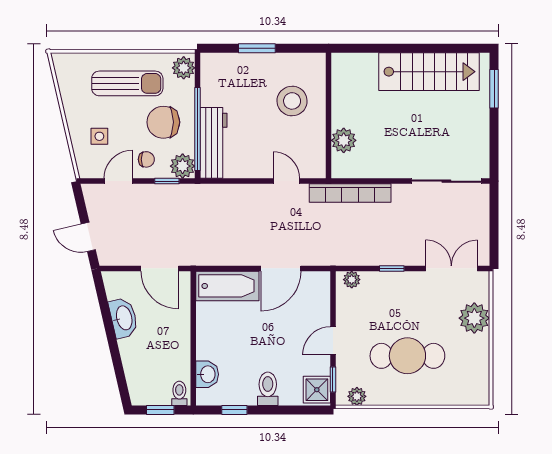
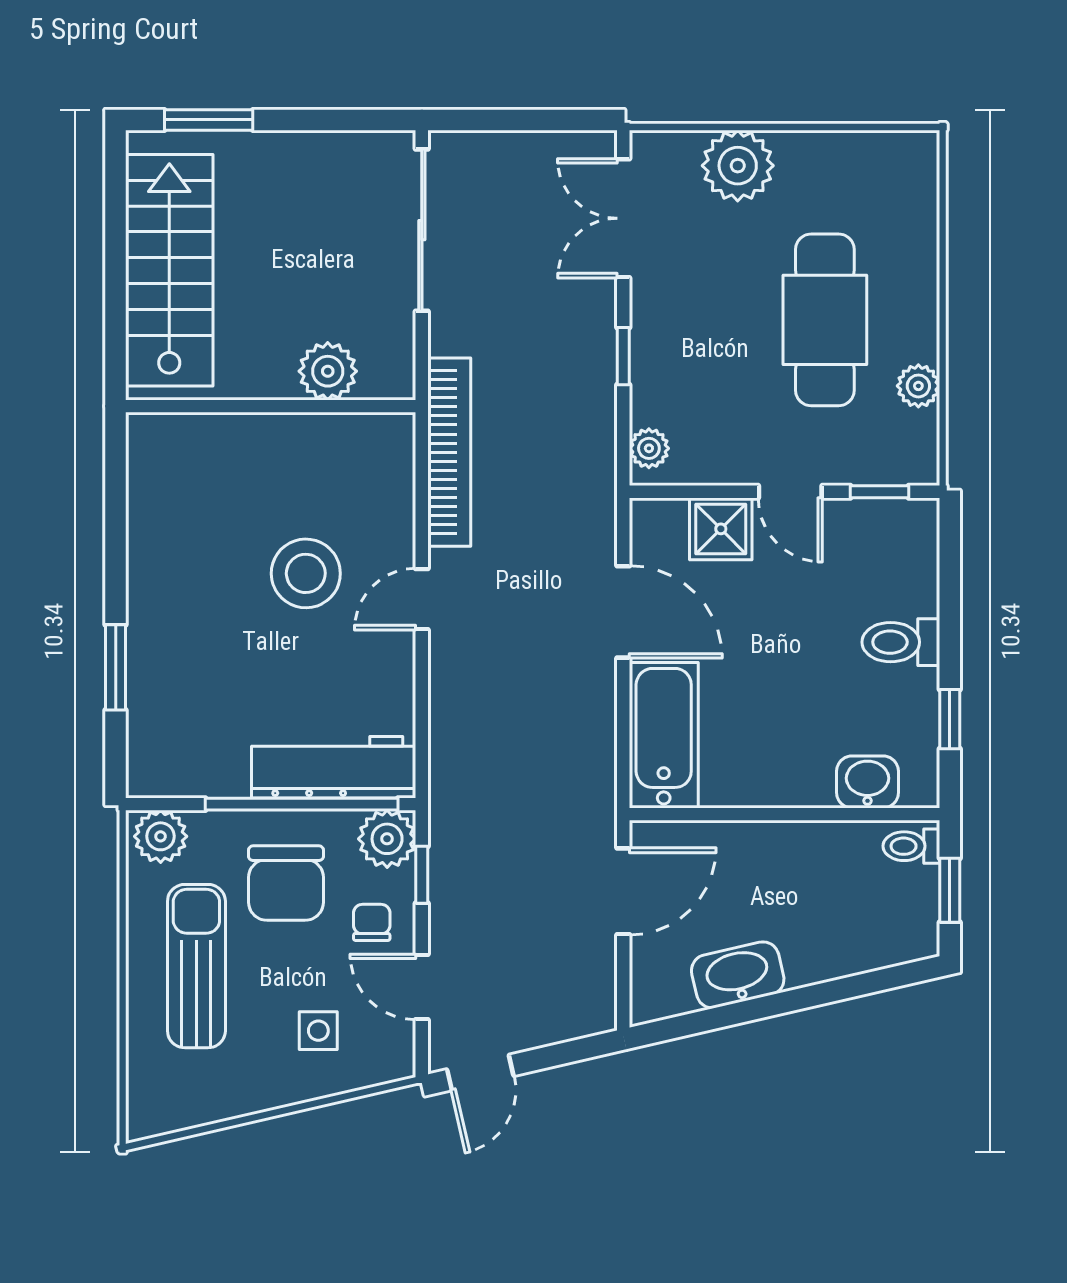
stool: (292, 101) -> (306, 573), moved
wall: (329, 116) -> (271, 406), moved
plant: (344, 140) -> (328, 371), moved
door: (88, 237) -> (480, 1073), moved
shower: (317, 390) -> (721, 529), moved
plant: (357, 396) -> (918, 386), moved

